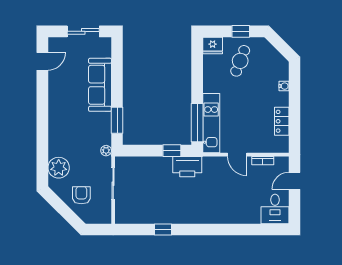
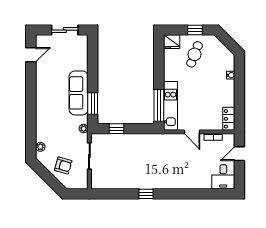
sofa: (100, 85) -> (79, 93), moved
locker: (282, 121) -> (229, 119), moved
window: (172, 151) -> (117, 129), moved
printer: (187, 167) -> (151, 142), removed
plant: (59, 168) -> (40, 147), width x0.53, depth x0.53
armchair: (81, 195) -> (63, 166), turned 106
window: (163, 230) -> (146, 194), moved

